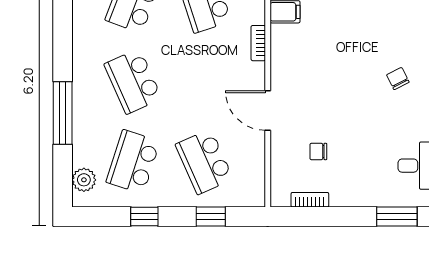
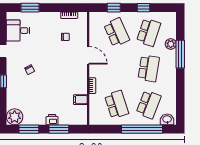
school desk: (133, 81) -> (149, 68), turned 33
plant: (84, 180) -> (171, 44), moved

